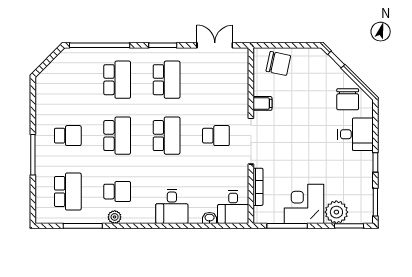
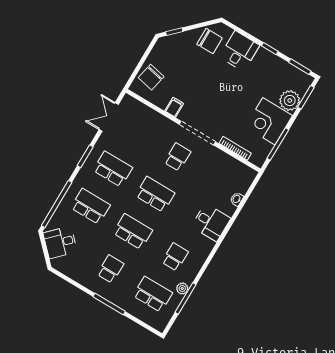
chair: (278, 63) -> (151, 77), turned 180
desk: (233, 207) -> (60, 242), moved, turned 135
plant: (115, 217) -> (182, 288), moved

